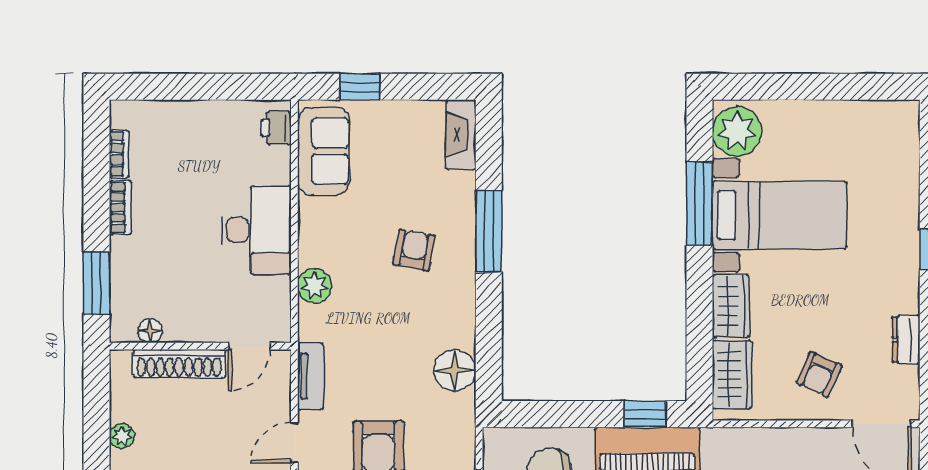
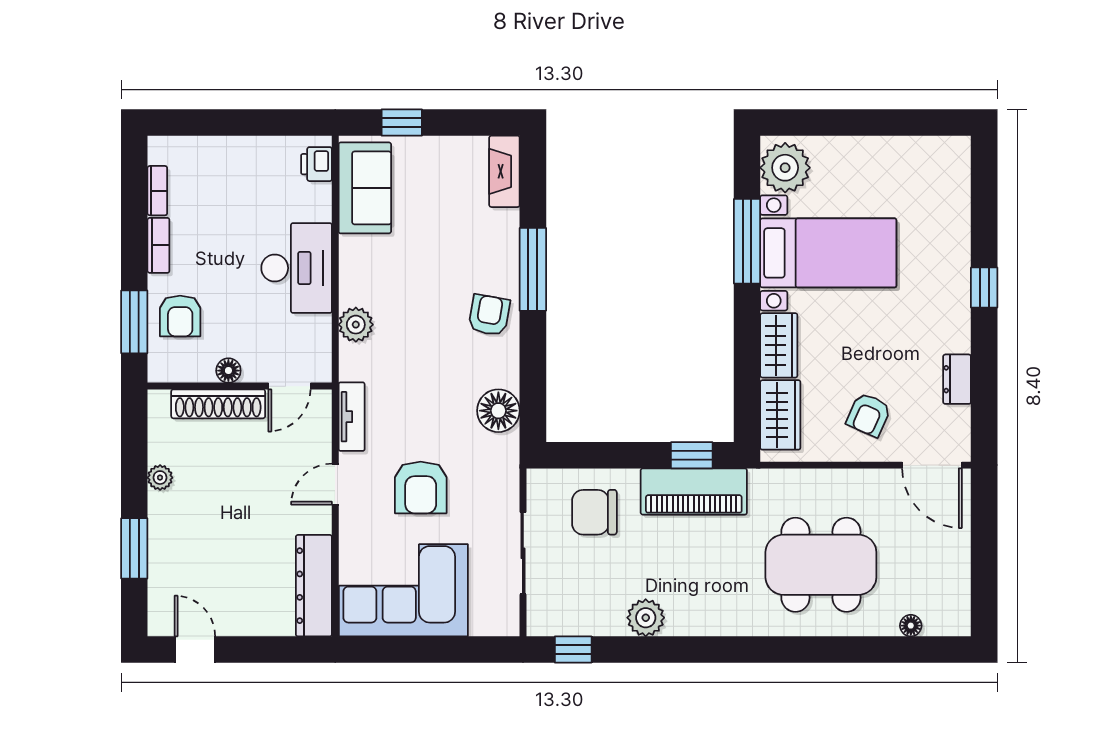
armchair: (414, 250) -> (489, 315), moved
armchair: (142, 277) -> (180, 316), added
floor lamp: (150, 331) -> (228, 371), moved

